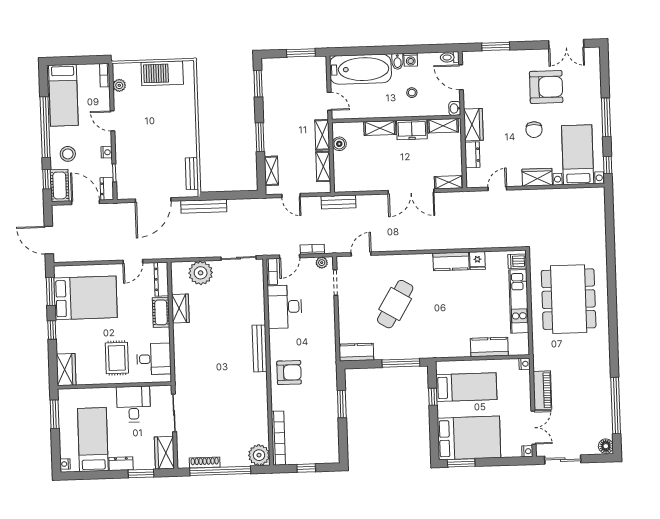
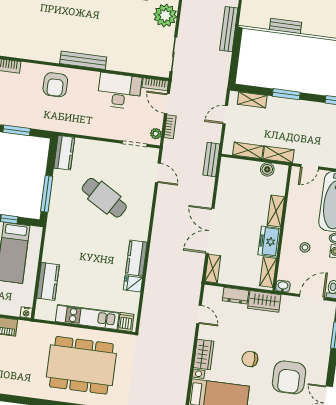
bench: (192, 174) -> (285, 26), moved

